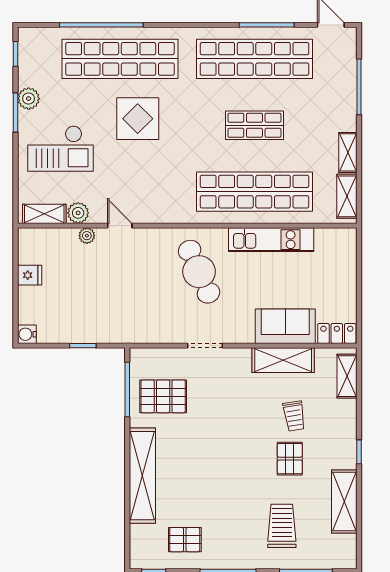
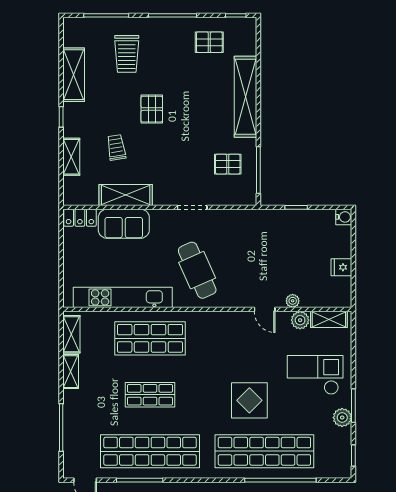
shop shelf: (254, 192) -> (150, 338), width x0.71
kitchen unit: (271, 240) -> (123, 297), width x1.36
shelving: (347, 376) -> (71, 157), moved
pallet: (163, 396) -> (228, 164), width x0.67, depth x0.71
pallet: (290, 459) -> (152, 109), moved

